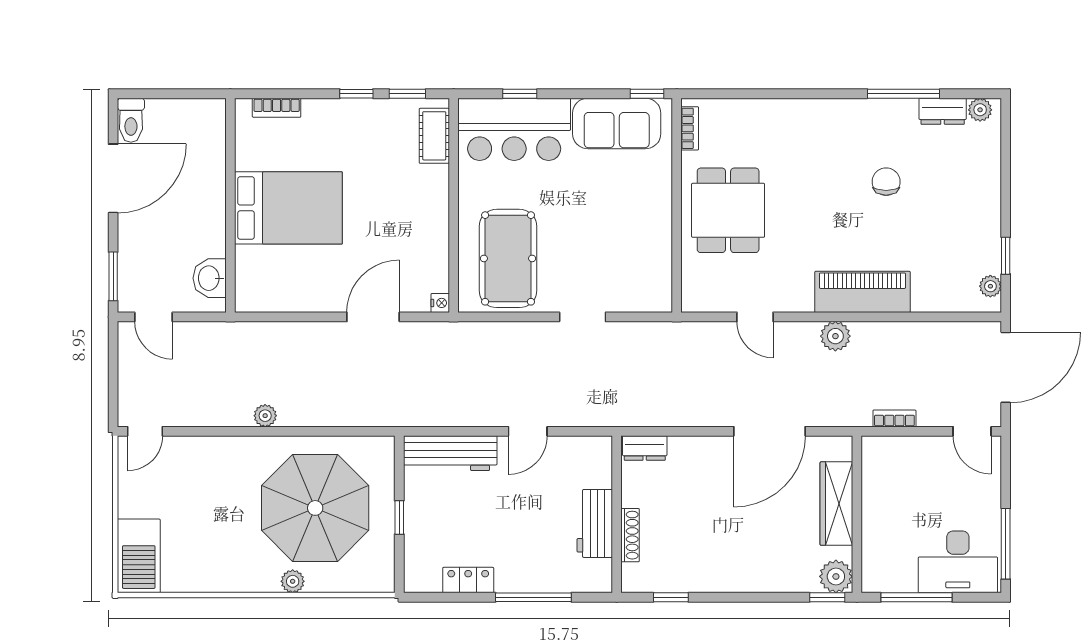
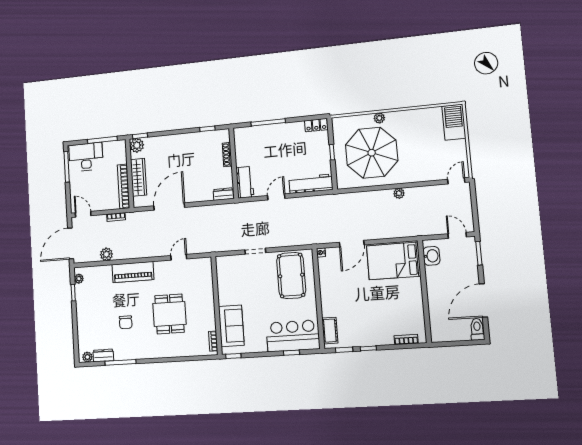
sofa: (617, 123) -> (231, 326), moved, turned 90
bed: (288, 208) -> (394, 261), moved
dining table: (728, 210) -> (170, 314), moved
door: (755, 317) -> (179, 257), hinge flipped
plant: (835, 336) -> (106, 254), moved
bookcase: (873, 486) -> (124, 186), added
workbench: (595, 523) -> (245, 182), moved
locker: (468, 580) -> (316, 125), moved

